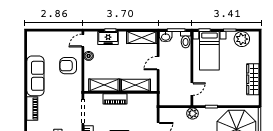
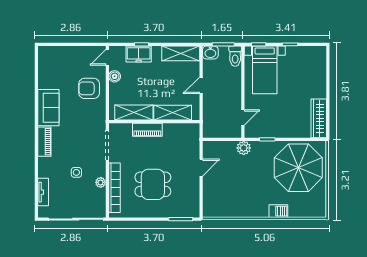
plant: (242, 39) -> (305, 55), removed
sofa: (35, 76) -> (48, 108), width x0.73
wardrobe: (253, 79) -> (319, 118), moved

